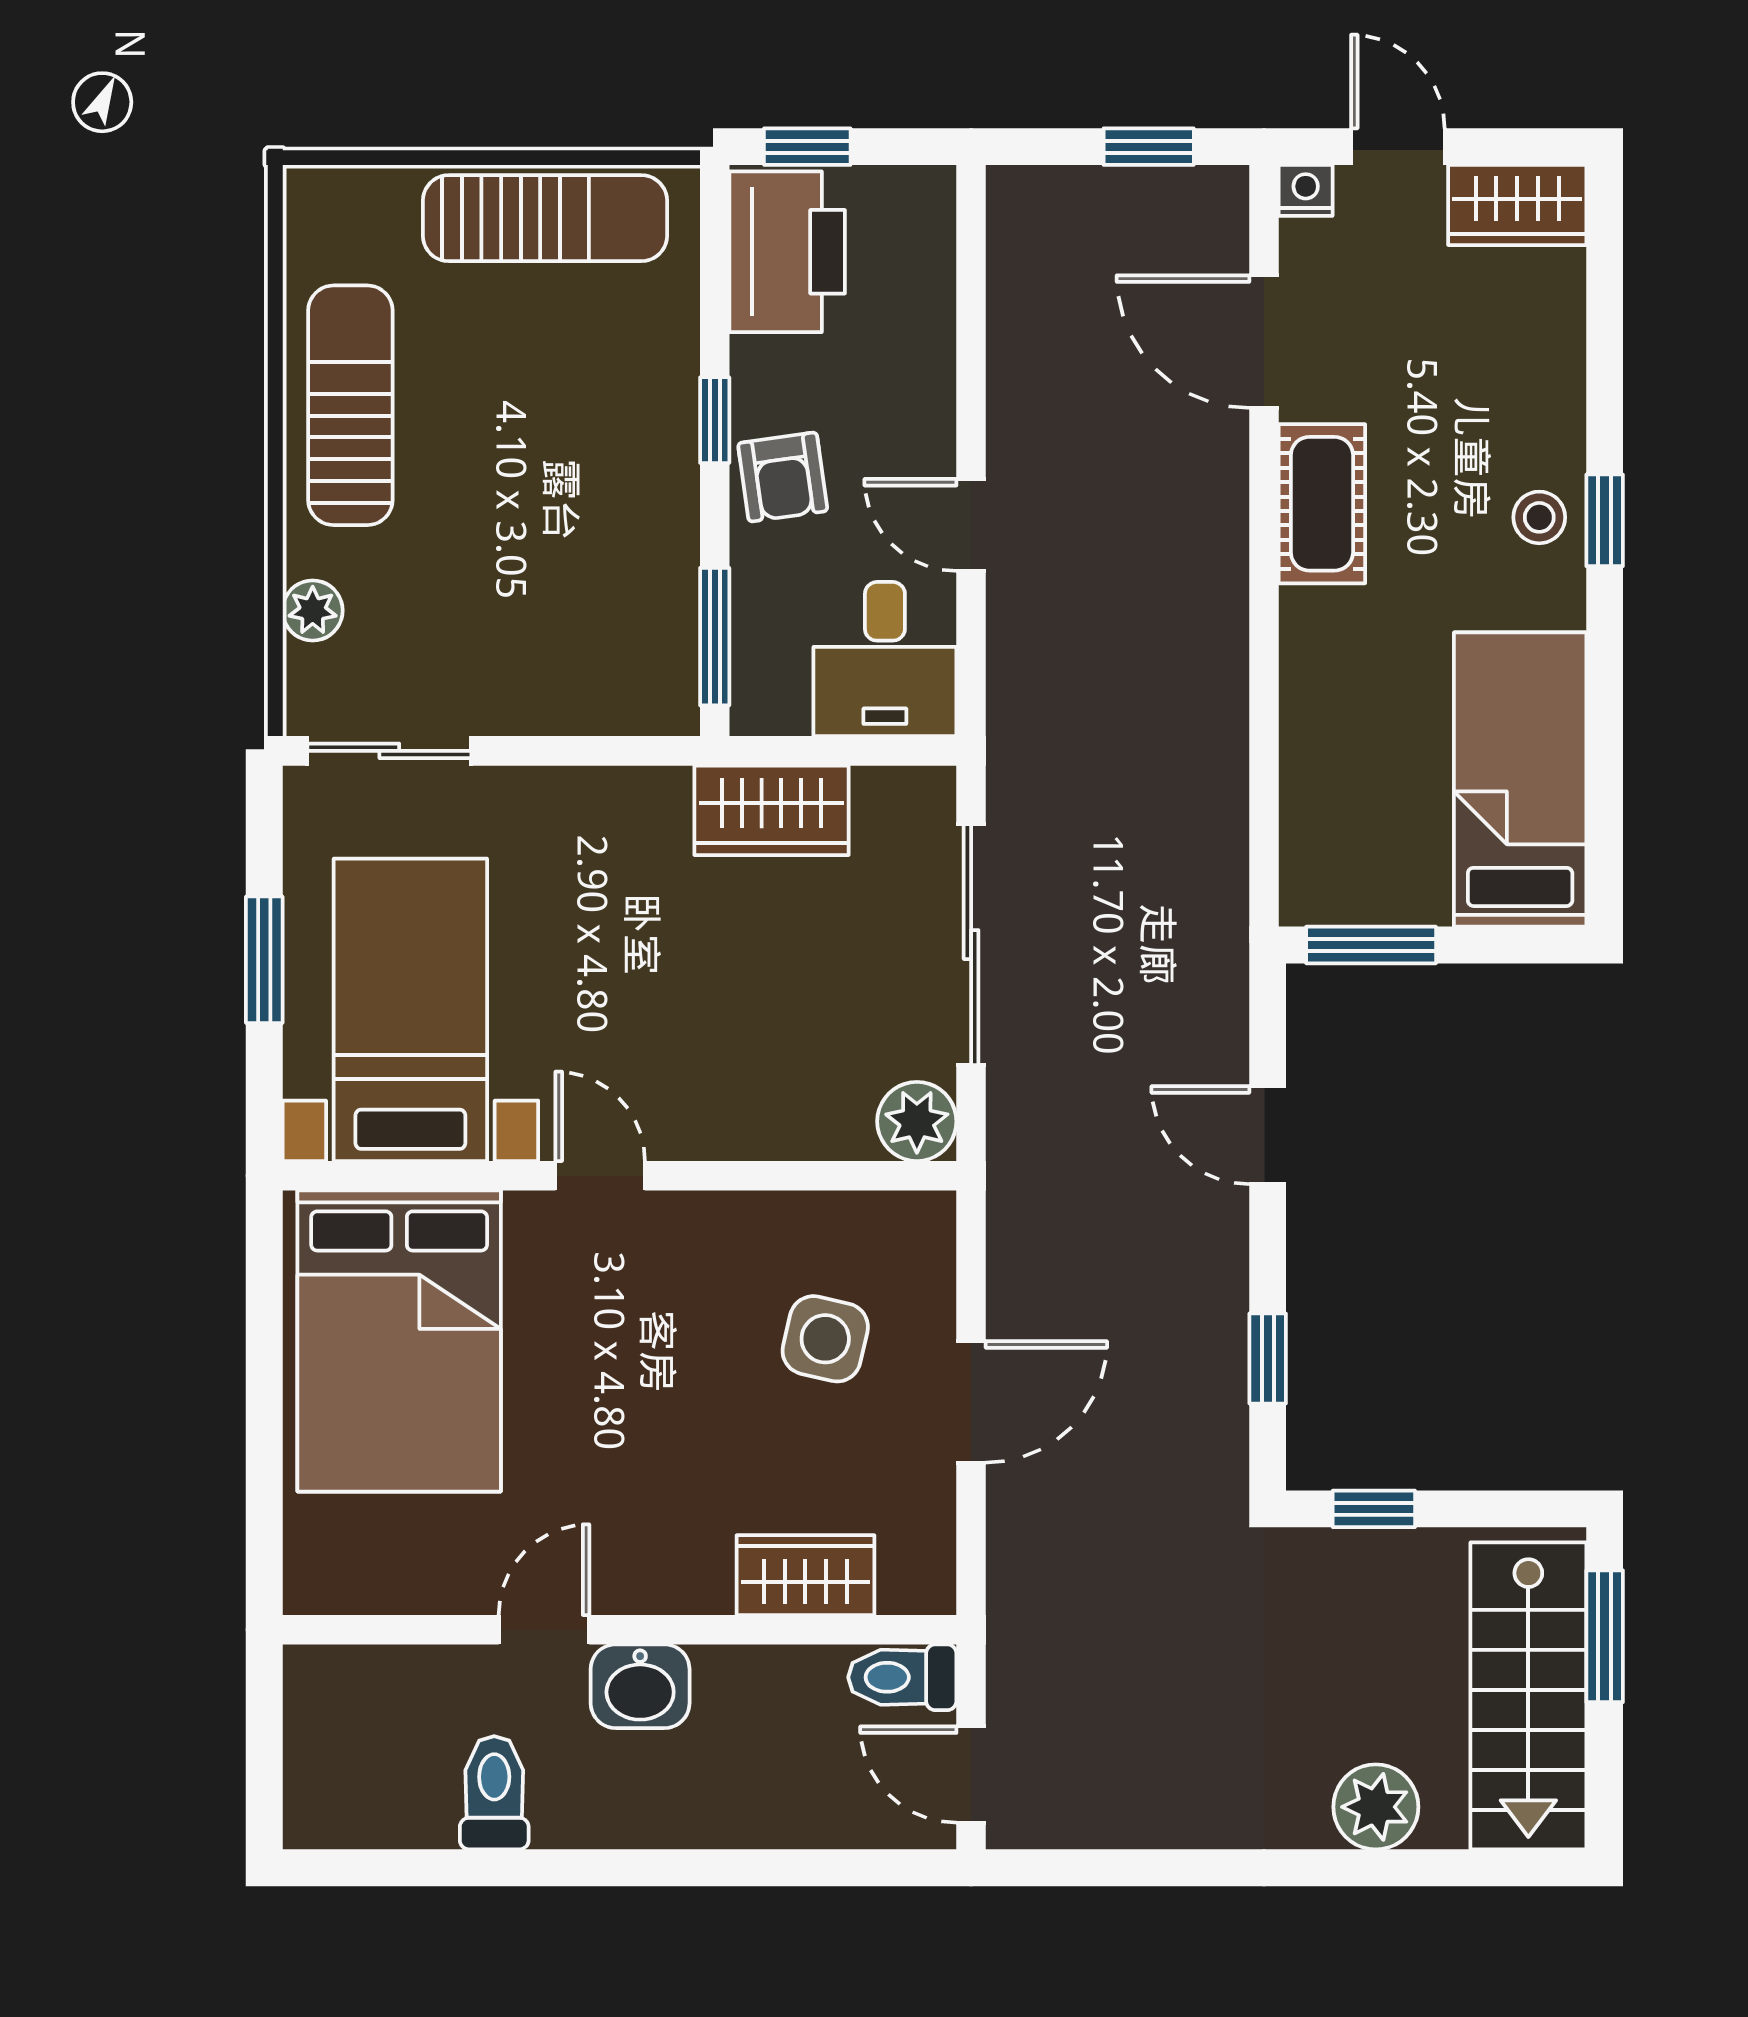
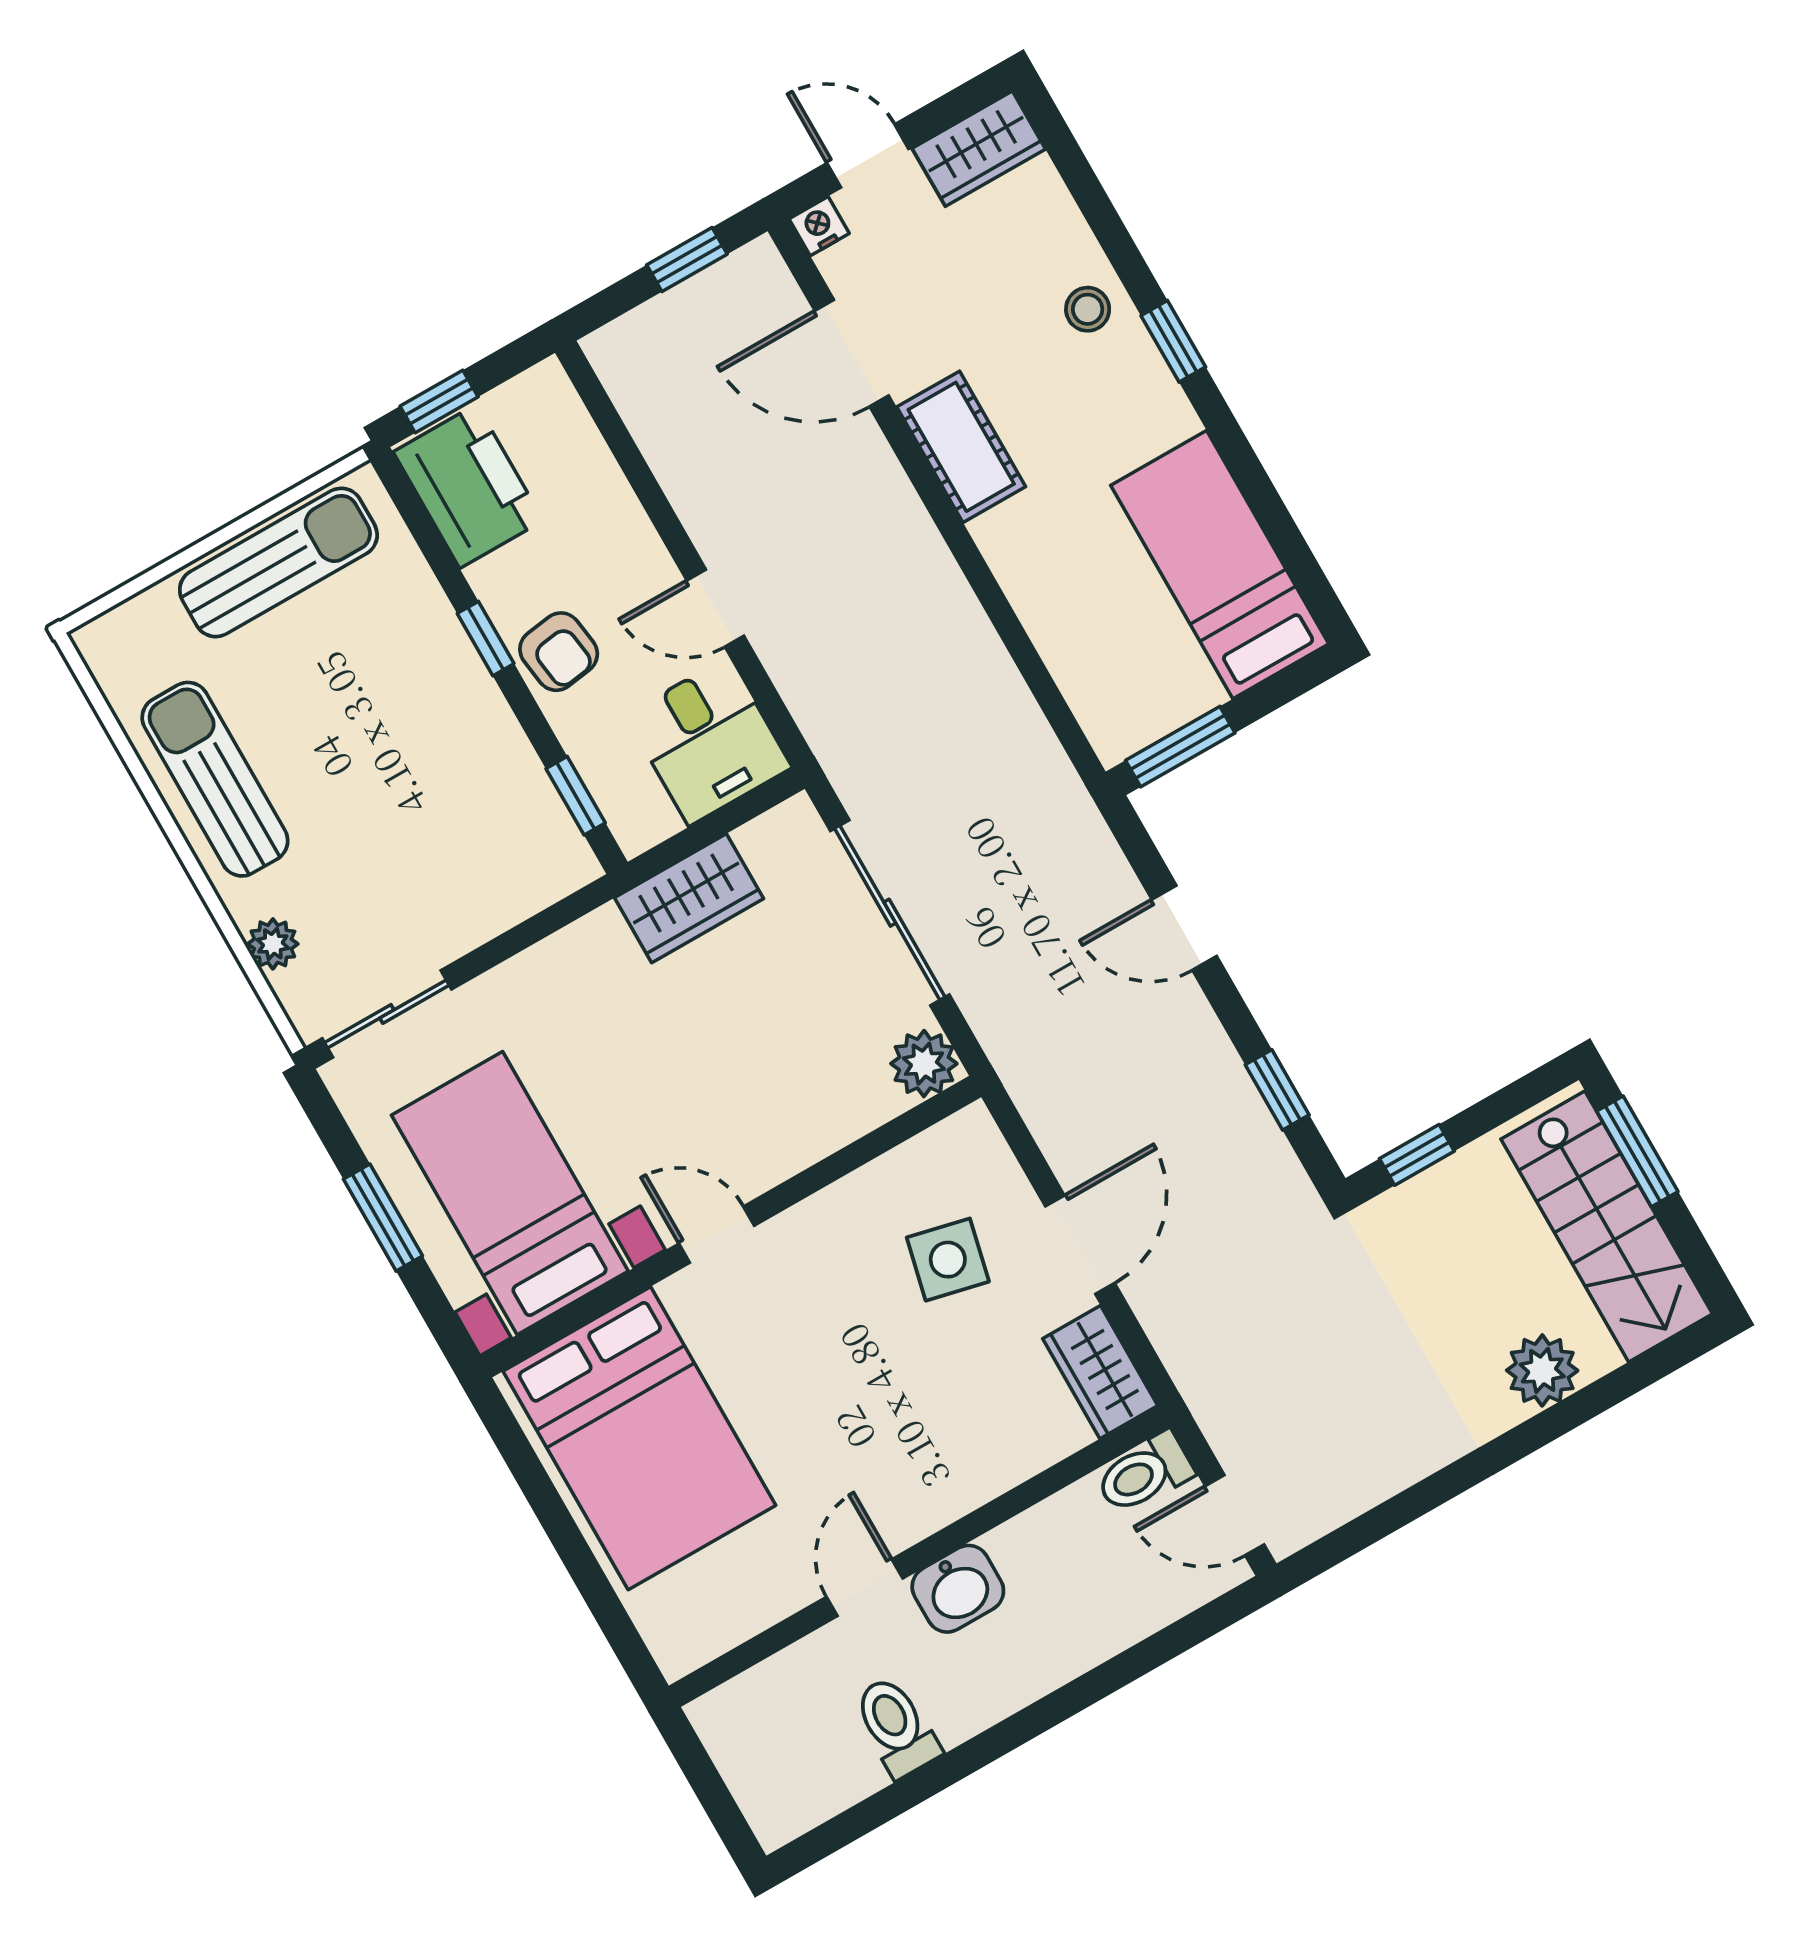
stool: (1539, 517) -> (1088, 309), moved
window: (715, 637) -> (576, 796), width x0.67
wardrobe: (805, 1575) -> (1100, 1372), moved, turned -90

